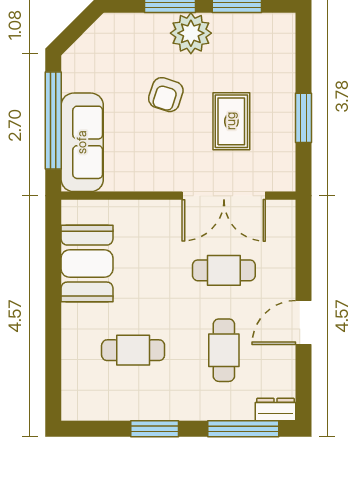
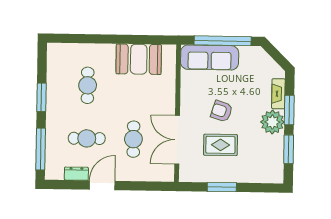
fireplace: (142, 24) -> (278, 94), added
armchair: (166, 95) -> (222, 111), moved
door: (304, 323) -> (102, 185), hinge flipped
dresser: (276, 410) -> (76, 174), moved, turned -90

